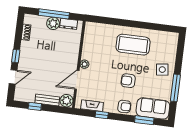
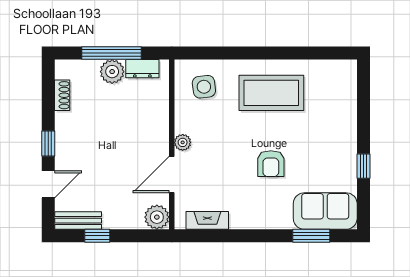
side table: (162, 70) -> (204, 87), moved
armchair: (128, 81) -> (271, 164), turned -90
window: (175, 88) -> (363, 166), width x0.46
bench: (47, 100) -> (78, 221), moved
armchair: (124, 107) -> (270, 214), removed
window: (102, 115) -> (228, 236), removed

